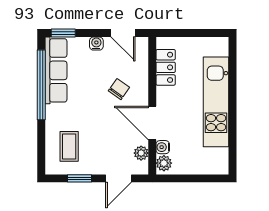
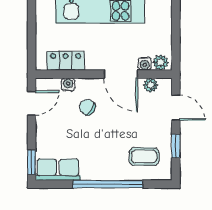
water cooler: (96, 44) -> (68, 85), moved, turned 90
row of seats: (56, 70) -> (58, 170), width x0.68
window: (41, 85) -> (108, 184), moved
door: (152, 123) -> (121, 74), hinge flipped

